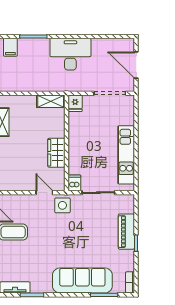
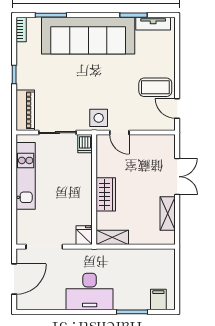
door: (136, 65) -> (14, 279), hinge flipped
wardrobe: (56, 153) -> (106, 194), moved
piano: (126, 232) -> (25, 110), moved
sofa: (82, 280) -> (88, 36), width x1.36, depth x1.27

